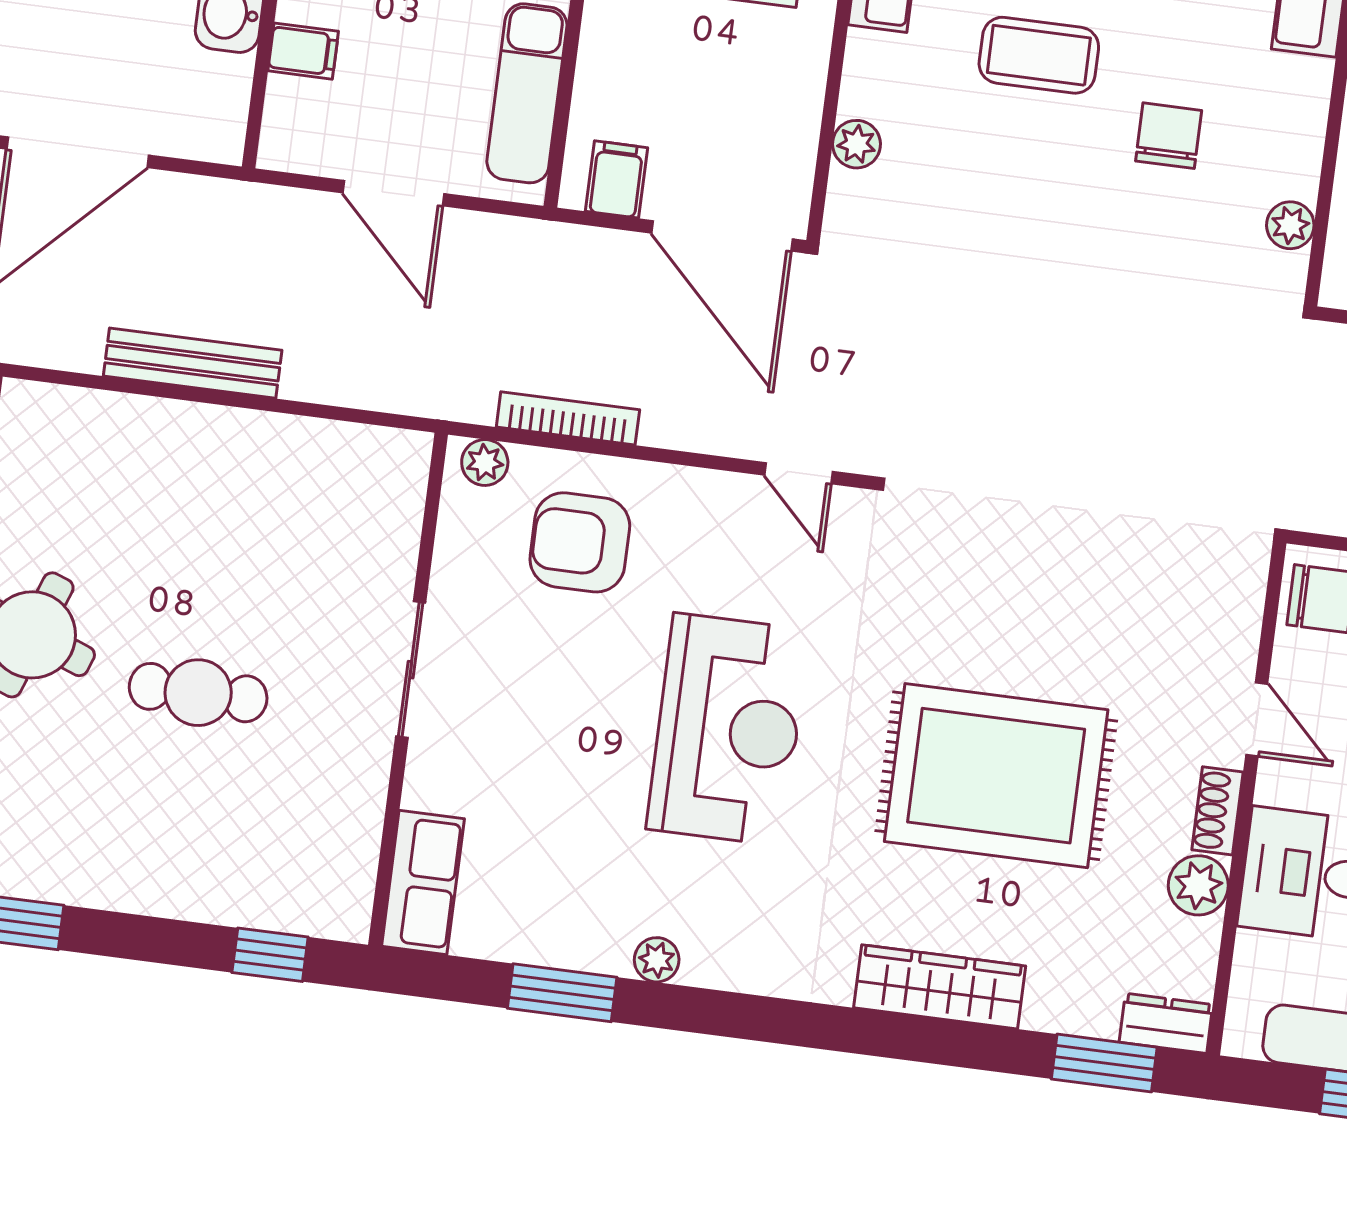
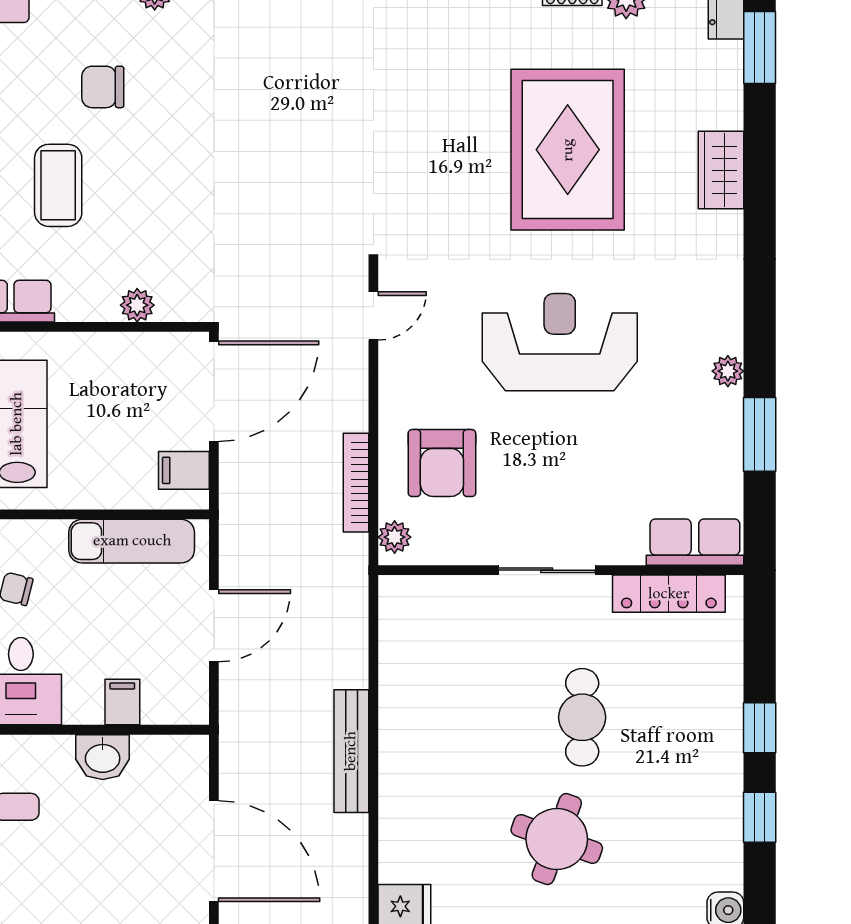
locker: (356, 837) -> (669, 594), added
window: (270, 955) -> (760, 728), moved
wardrobe: (940, 987) -> (721, 170), width x0.67

